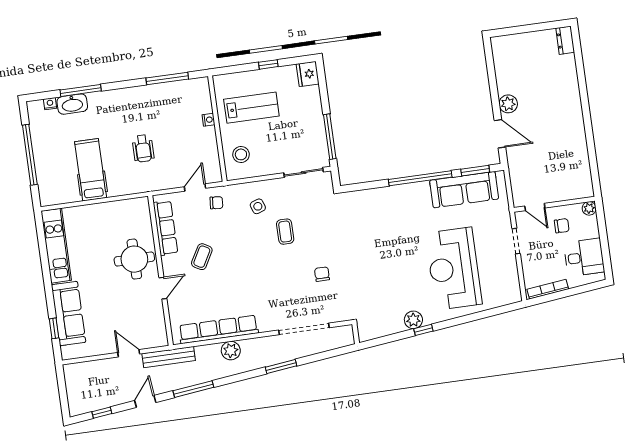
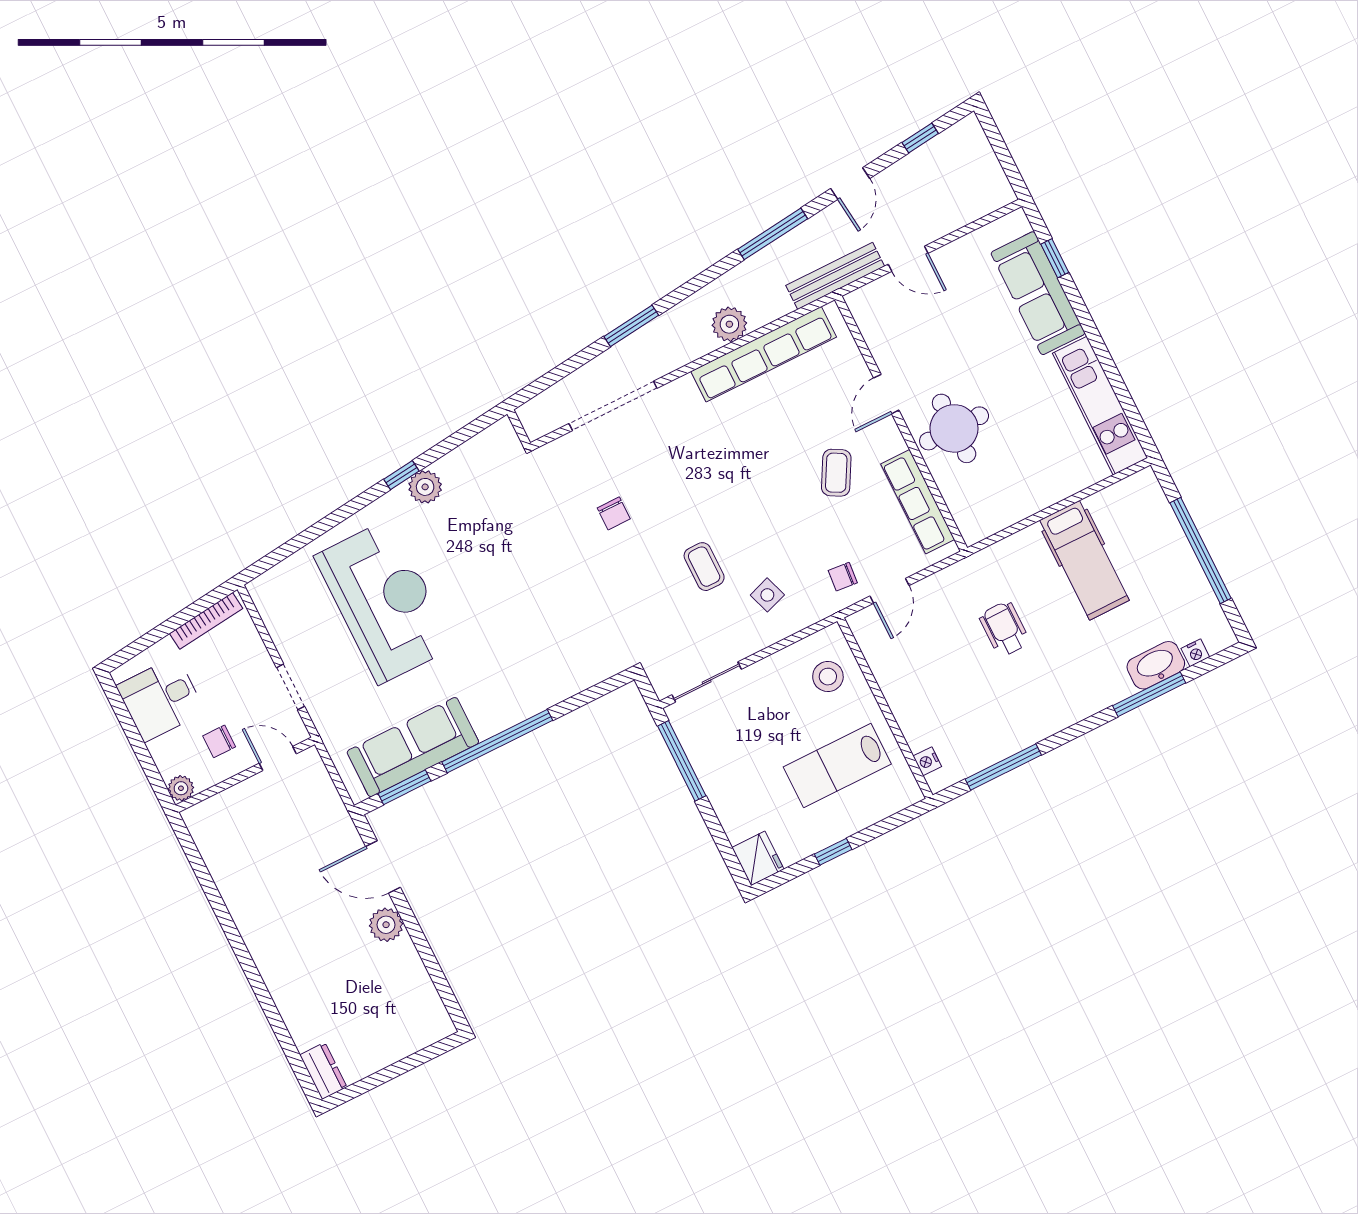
nightstand: (208, 120) -> (927, 761), moved

